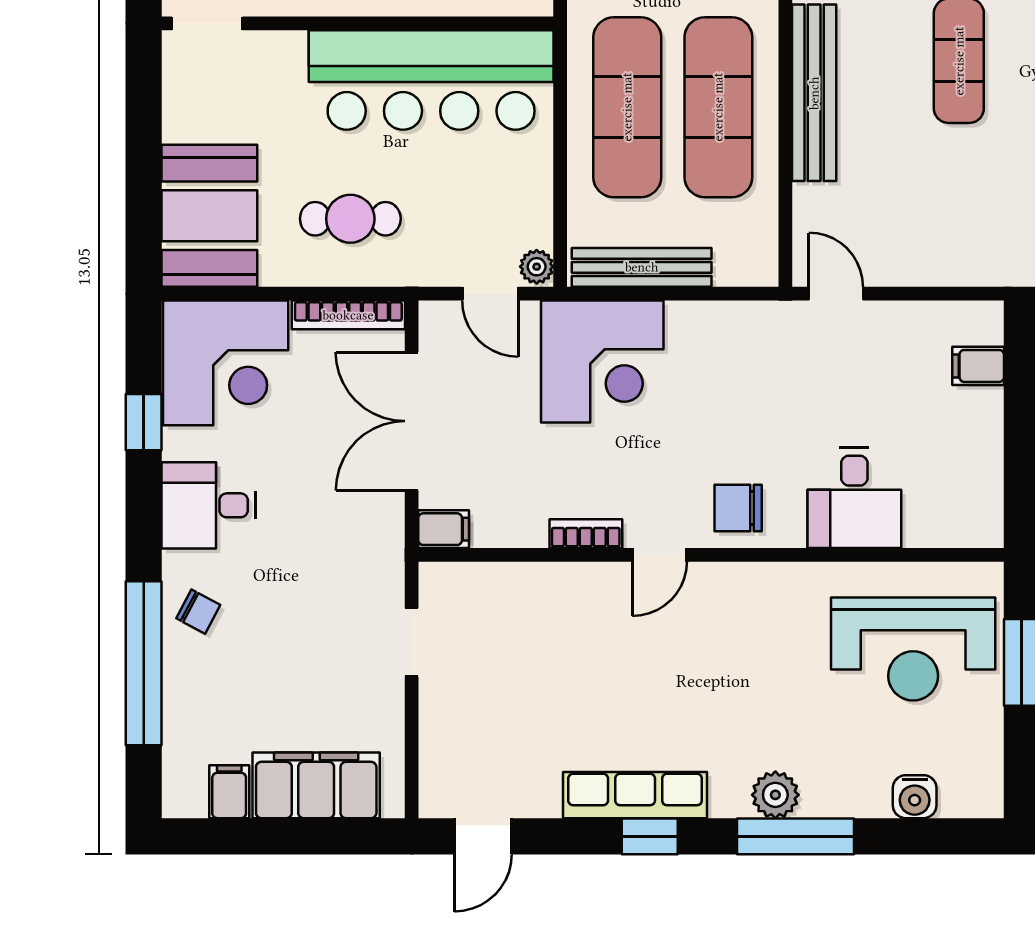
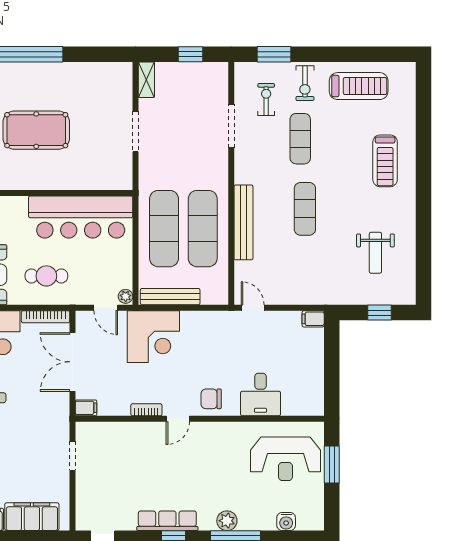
filing cabinet: (978, 366) -> (313, 319), moved

